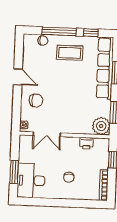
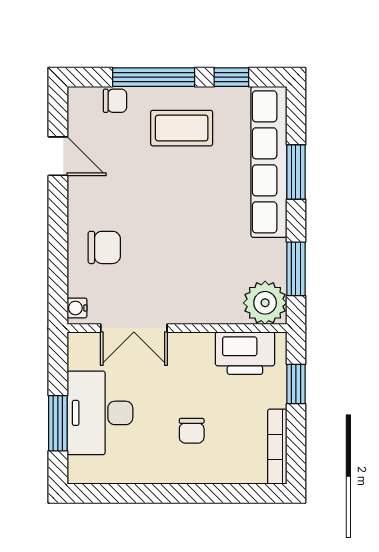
door: (18, 77) -> (58, 156), moved
printer: (87, 143) -> (245, 353), width x1.87, depth x1.48
desk: (31, 180) -> (100, 413), moved

